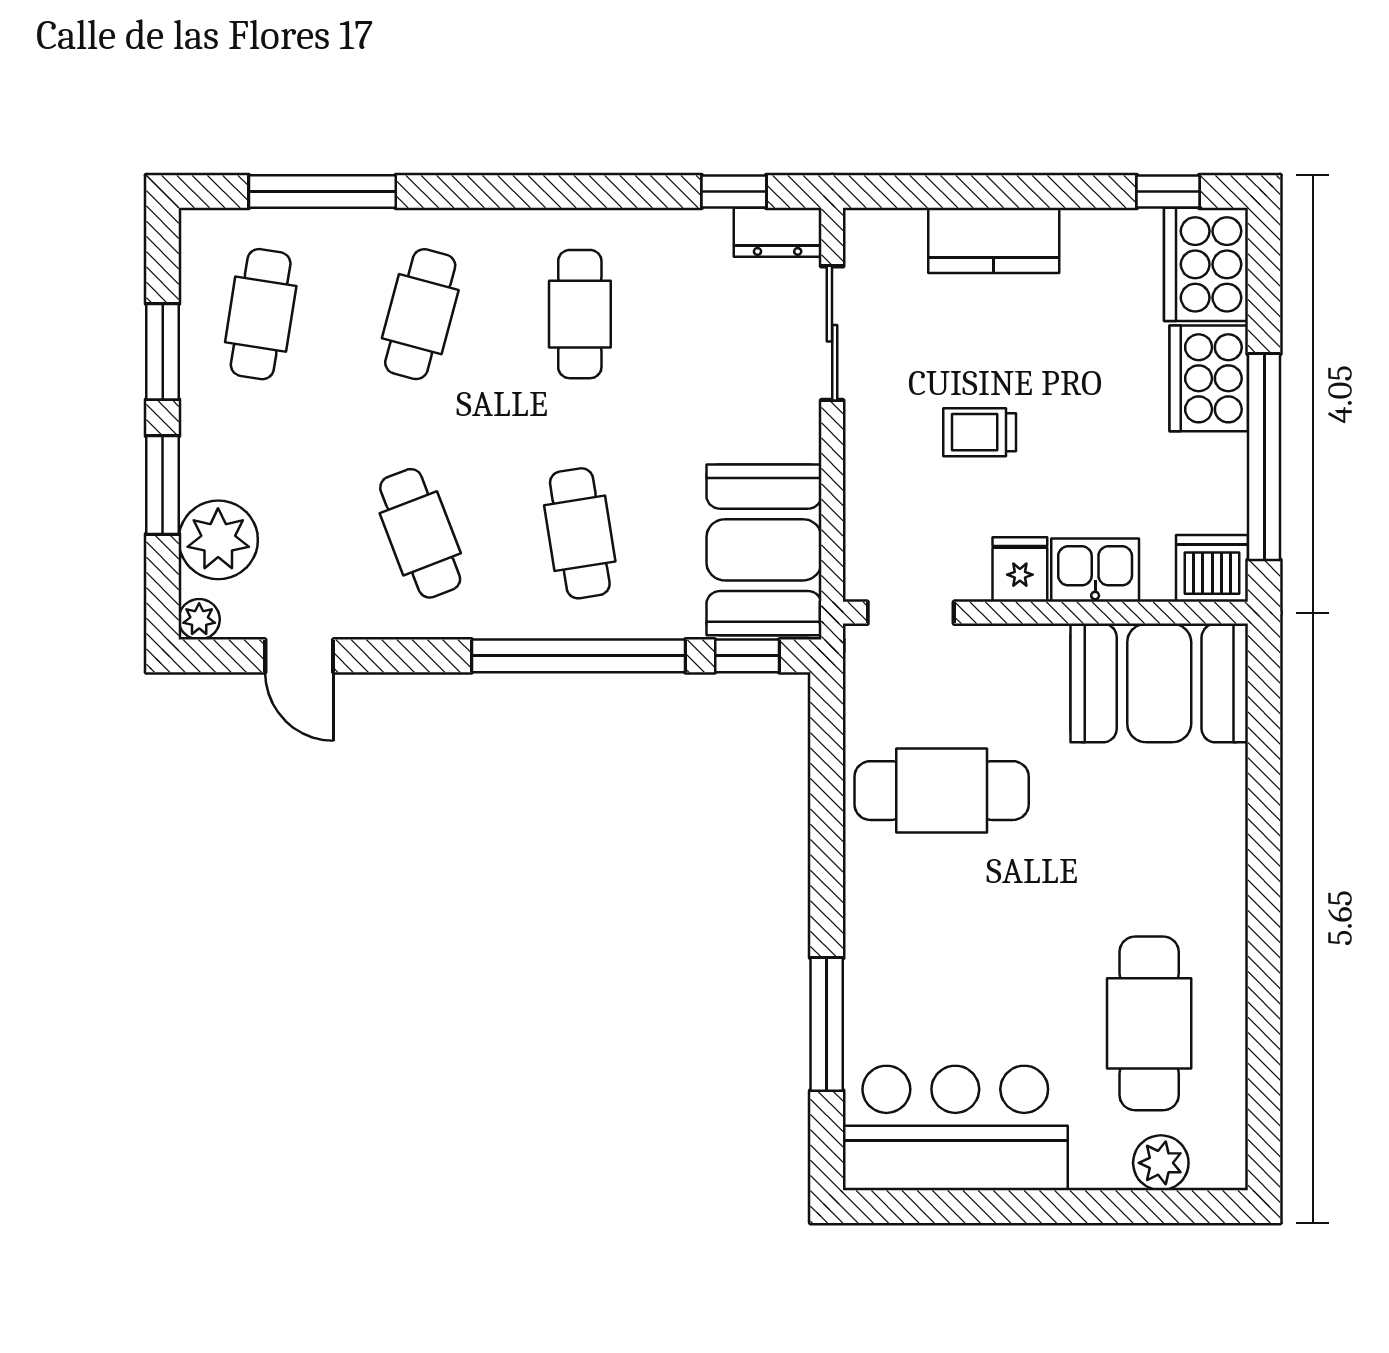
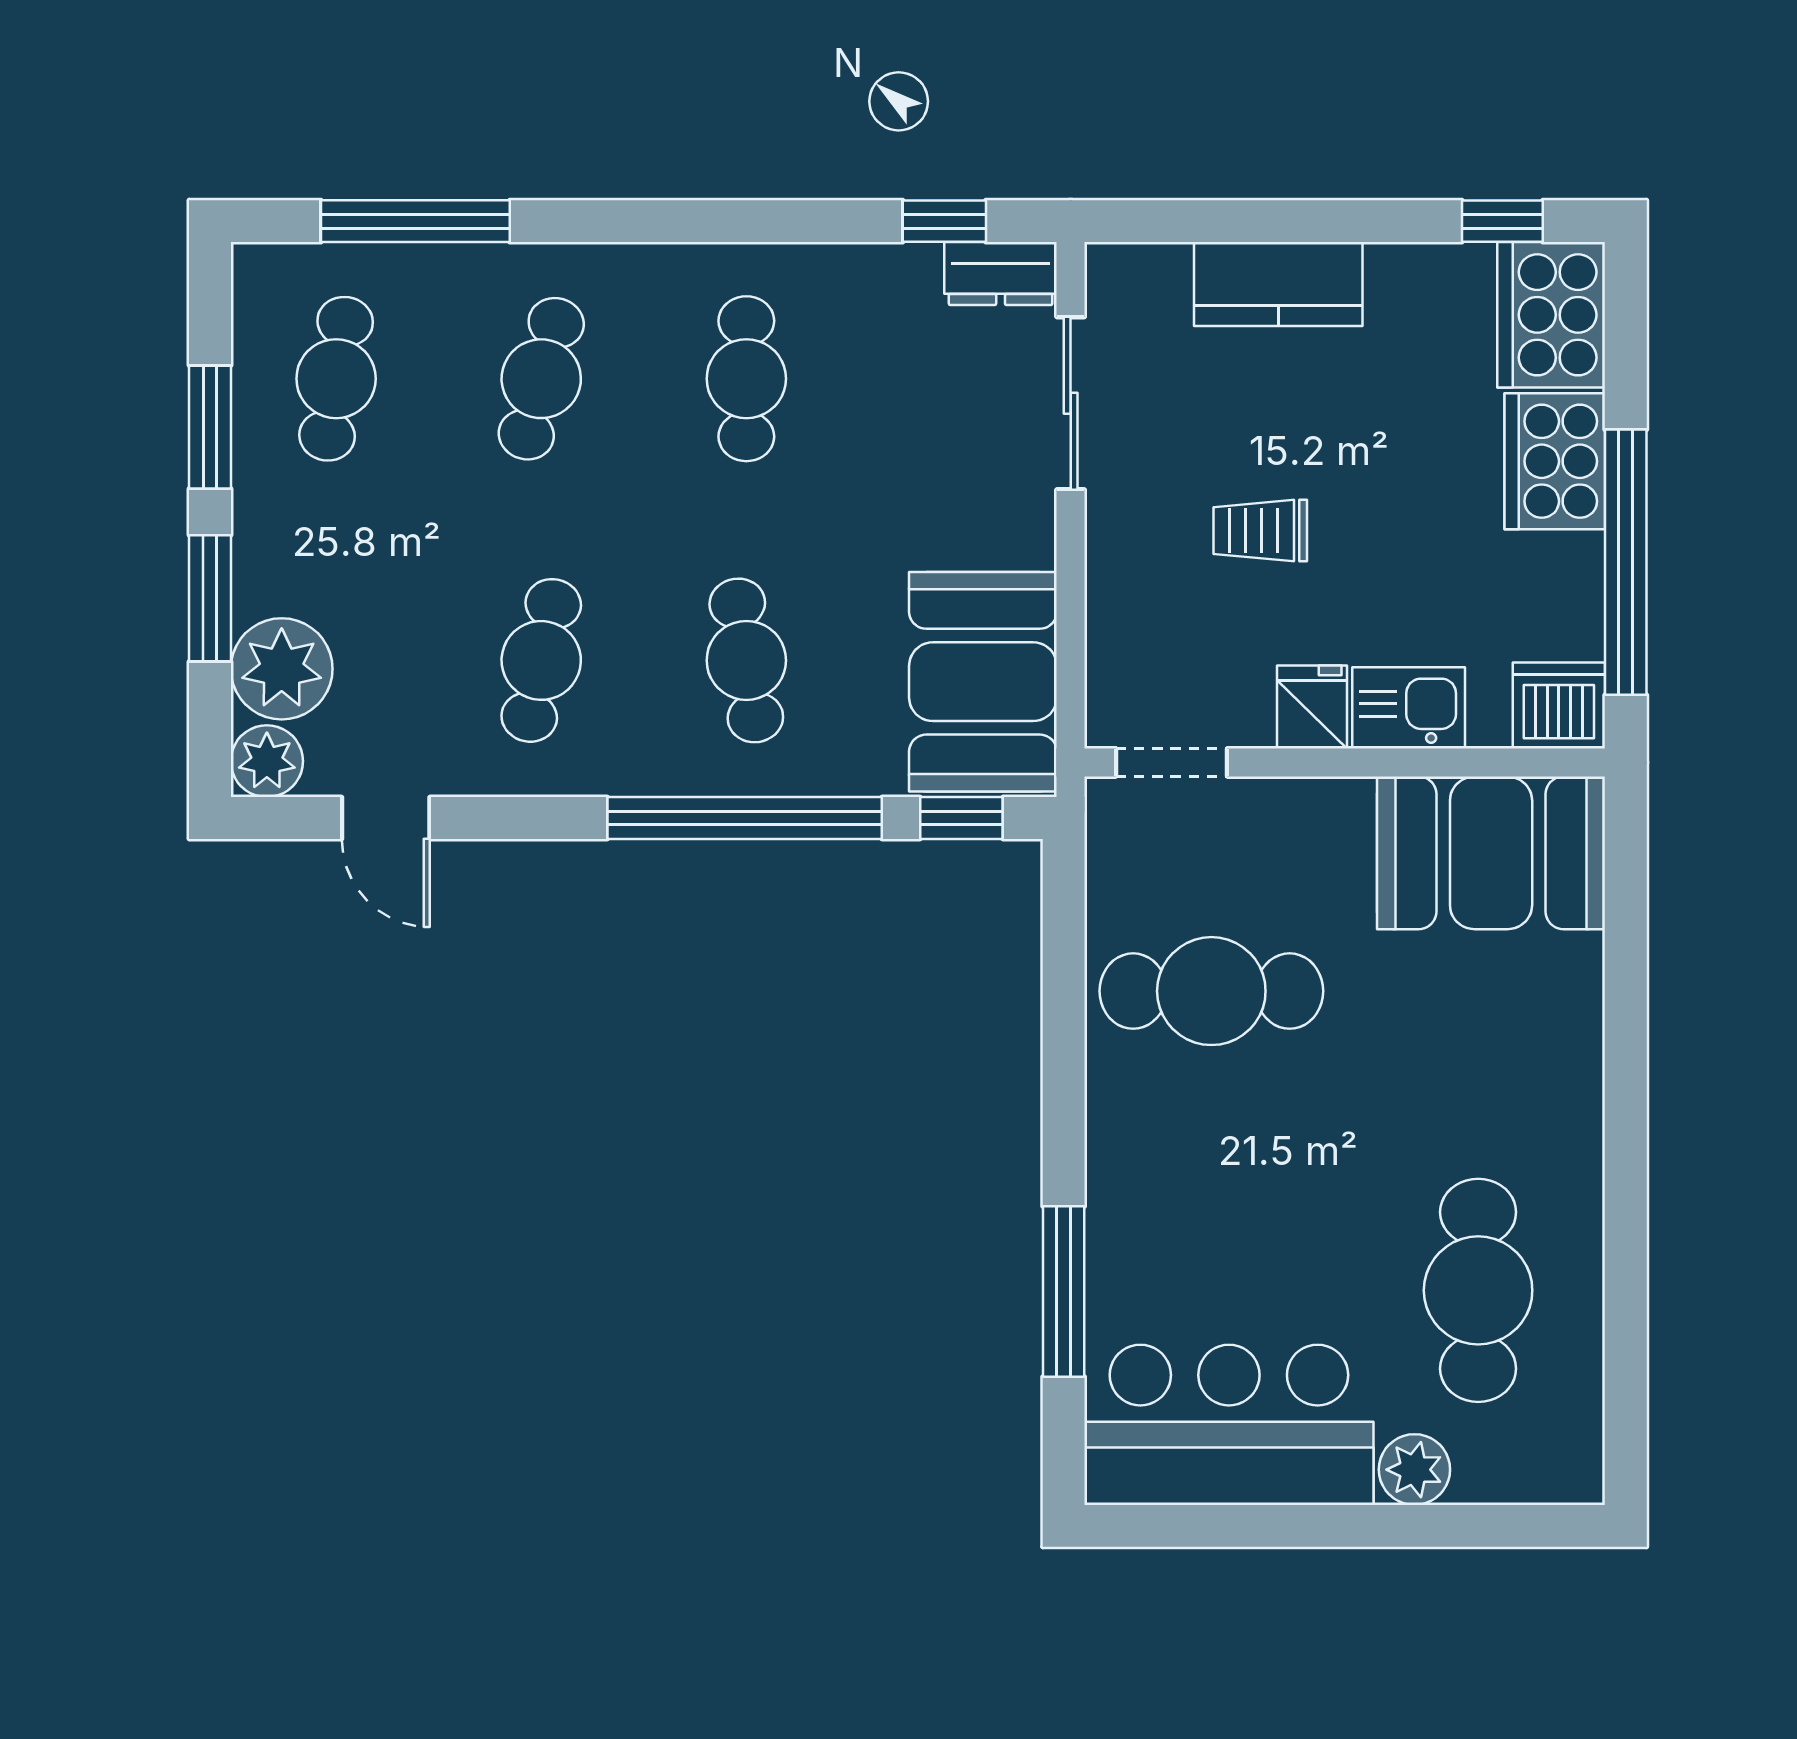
cafe table: (420, 533) -> (541, 660), turned 33
plant: (199, 619) -> (267, 761), width x1.38, depth x1.38
plant: (1161, 1163) -> (1414, 1470), moved

